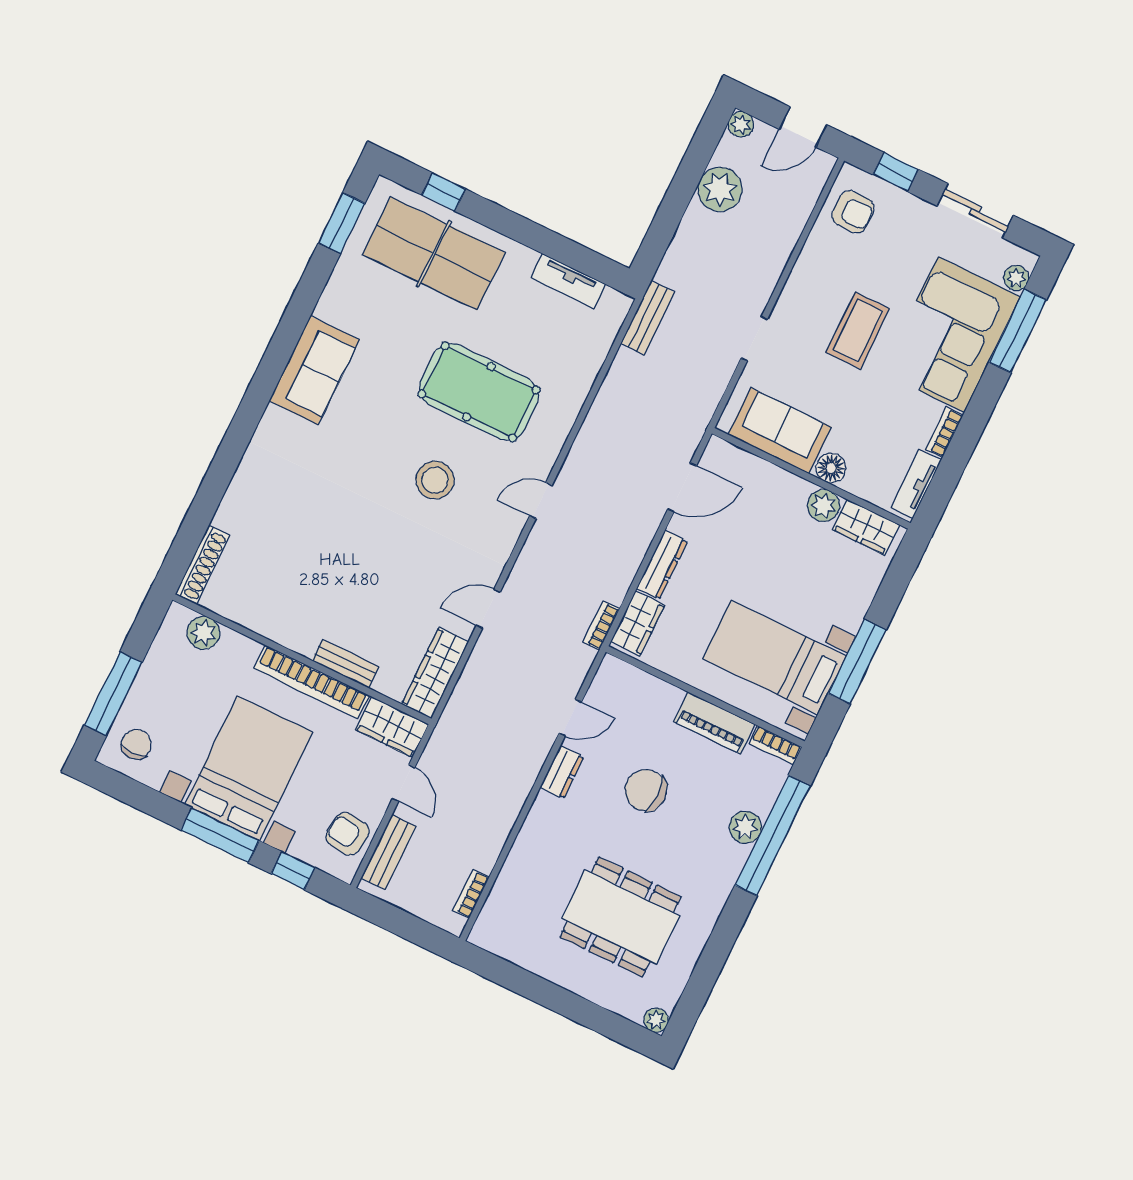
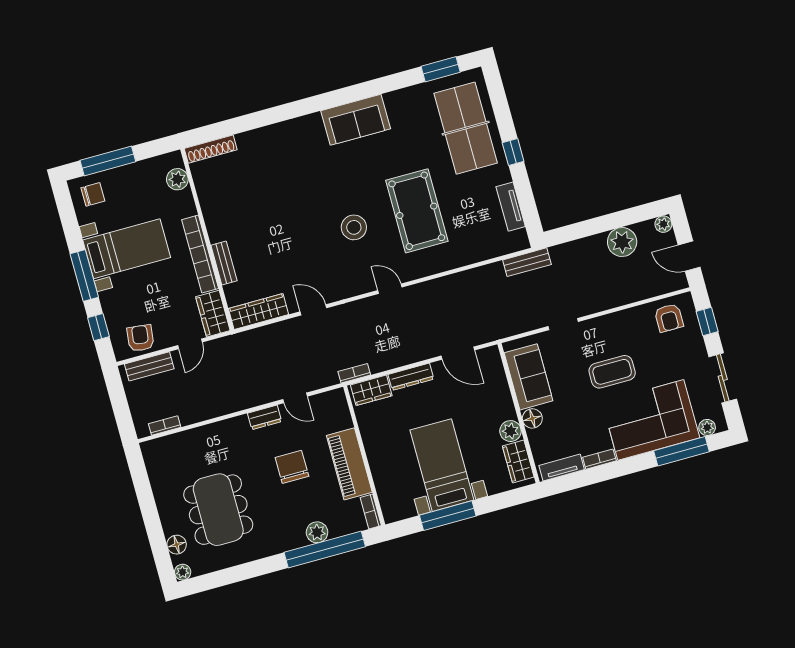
window: (444, 192) -> (513, 152), moved
bed with nightstands: (774, 657) -> (442, 465), moved
piano: (714, 723) -> (349, 464), width x1.37, depth x1.33
bed with nightstands: (249, 768) -> (127, 249), width x0.73
floor lamp: (619, 999) -> (177, 545), added

